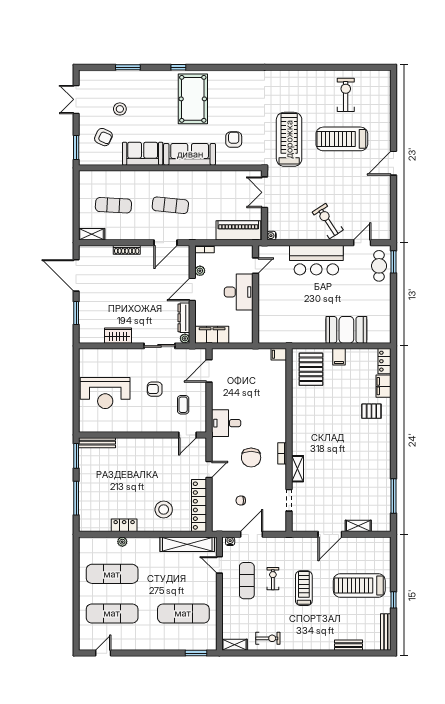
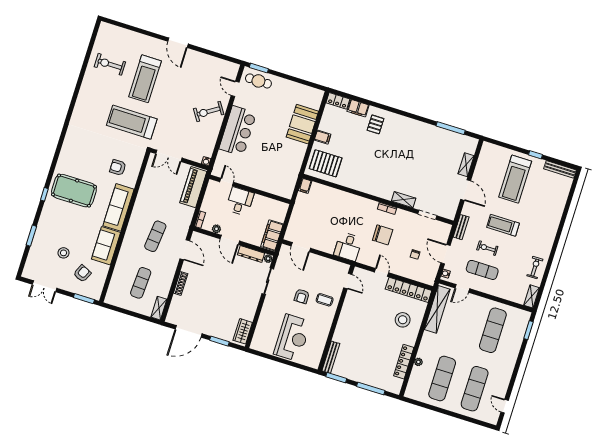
desk: (239, 292) -> (240, 201), width x0.73
wardrobe: (118, 336) -> (243, 331), moved
coffee table: (183, 405) -> (325, 300), moved
locker: (124, 525) -> (404, 362), width x1.53
bench: (349, 645) -> (461, 227), moved

